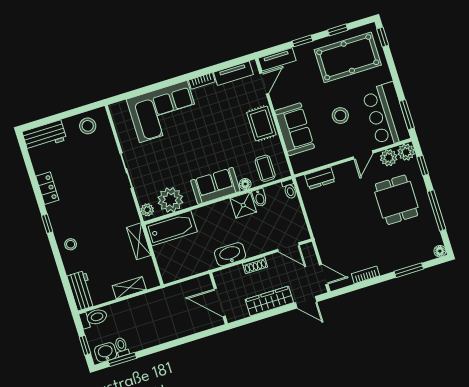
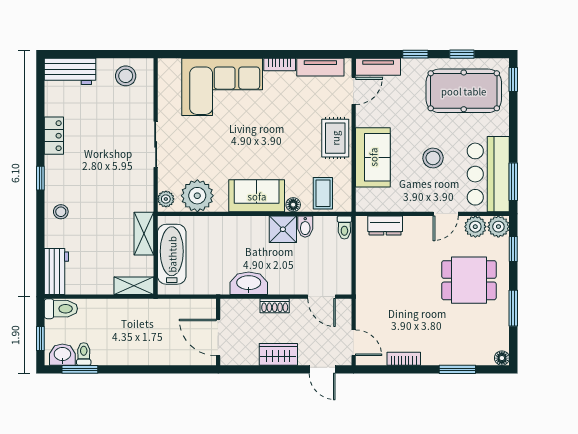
dining table: (396, 200) -> (469, 280), turned 90
window: (437, 211) -> (513, 308), width x0.69
bathtub: (171, 228) -> (172, 254), moved, turned -90
shelving: (129, 288) -> (134, 286), moved
wardrobe: (269, 301) -> (278, 354), width x0.67

